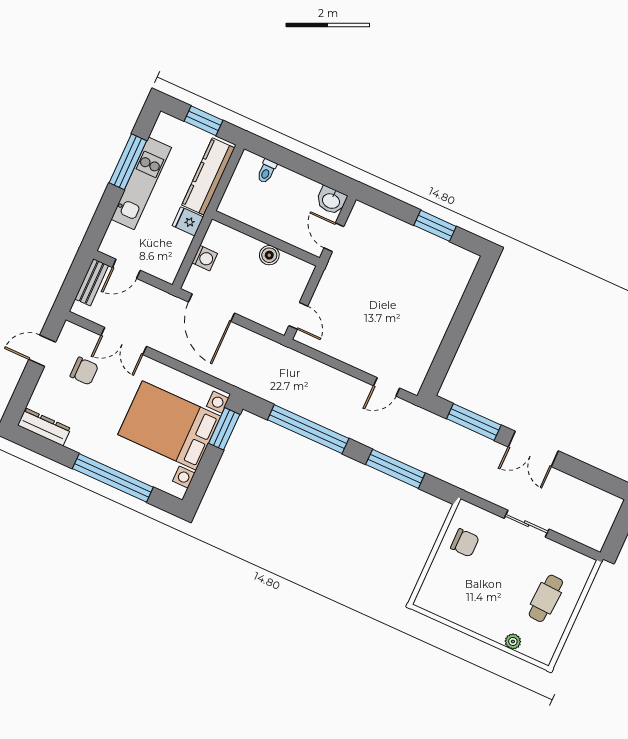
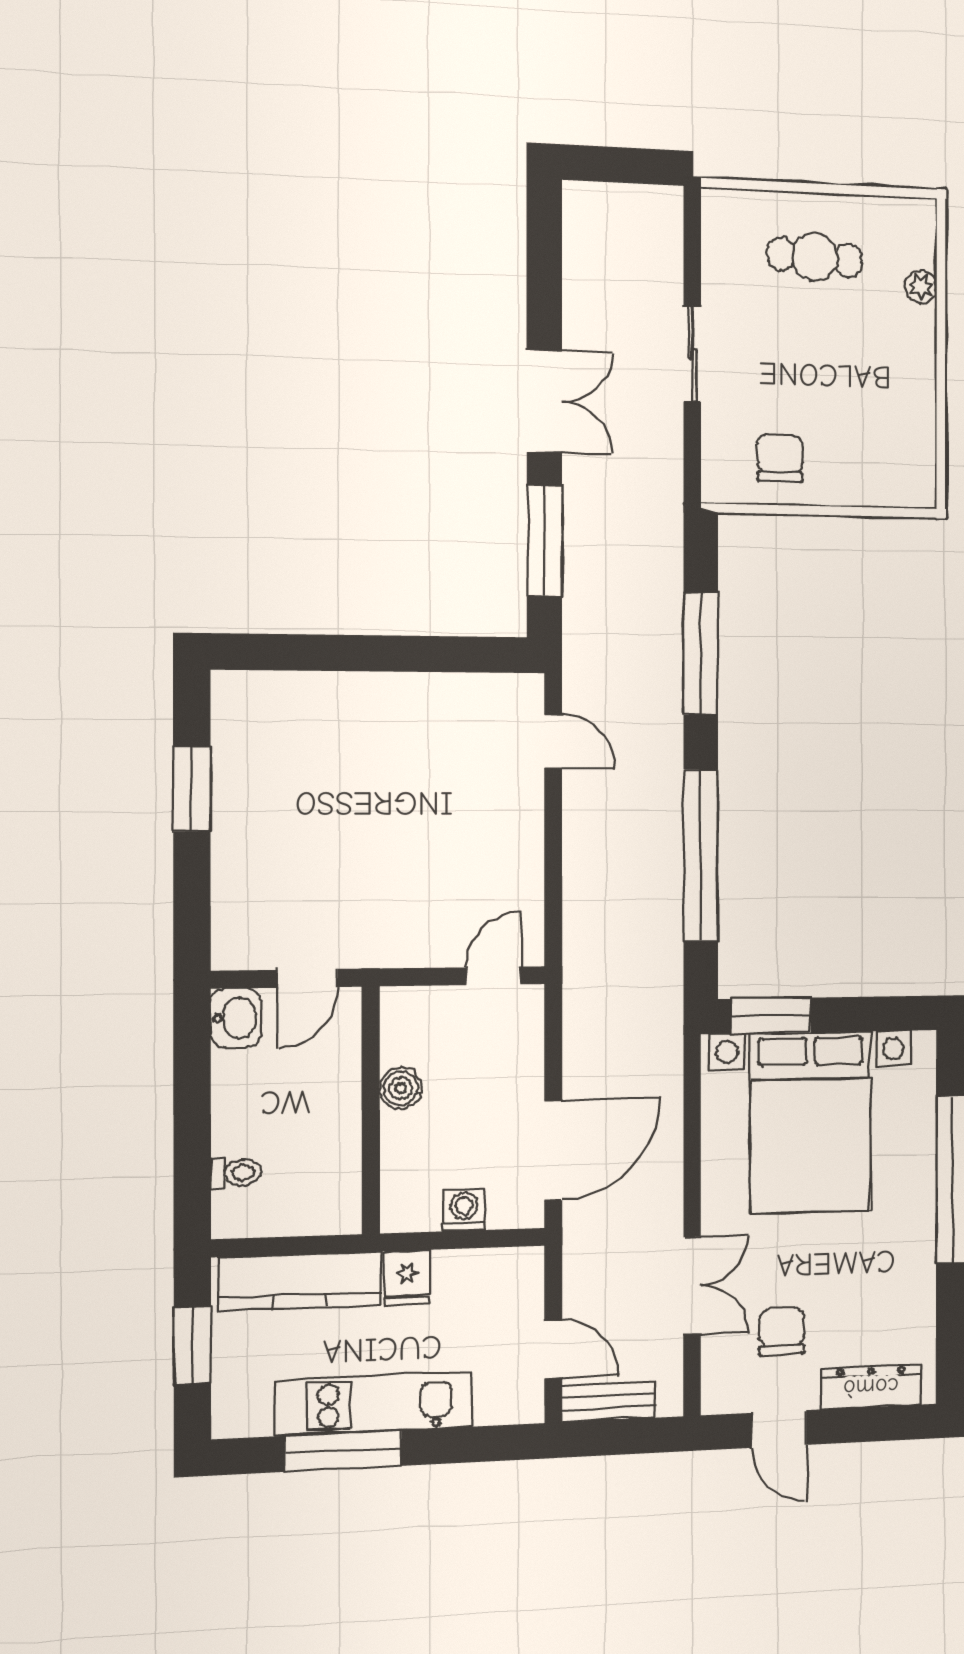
dresser: (44, 427) -> (871, 1387), moved, turned 90

